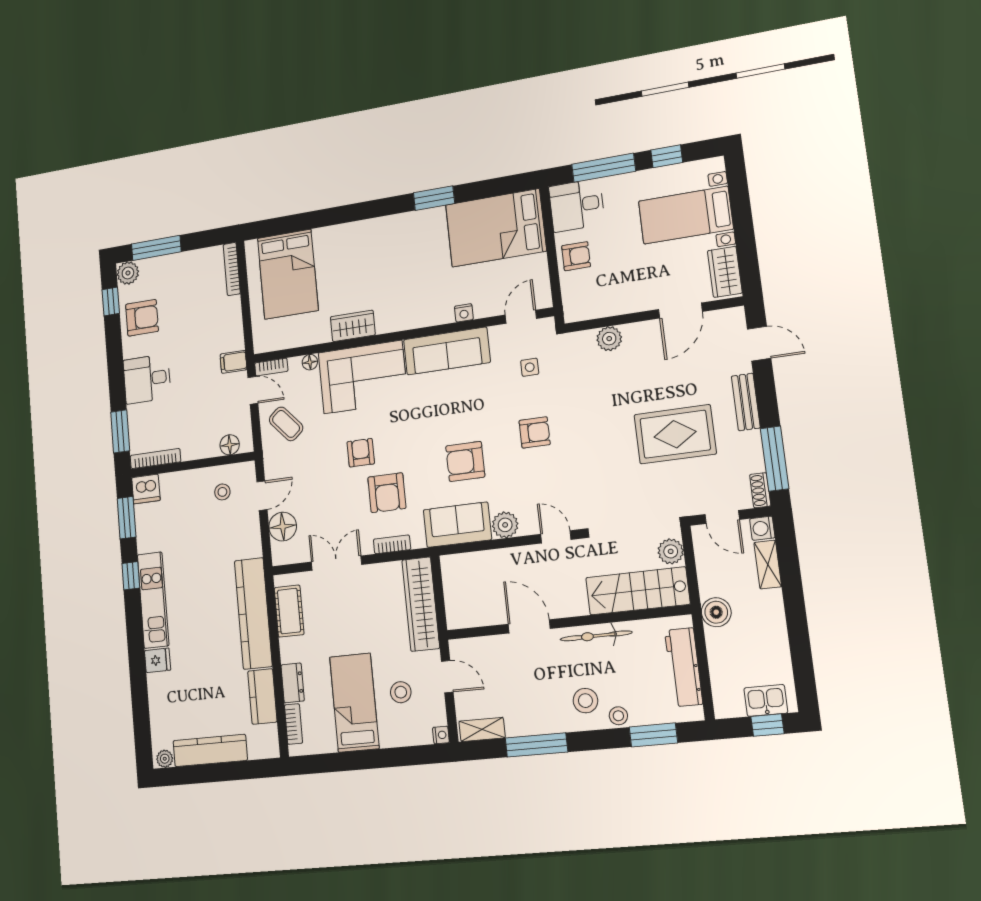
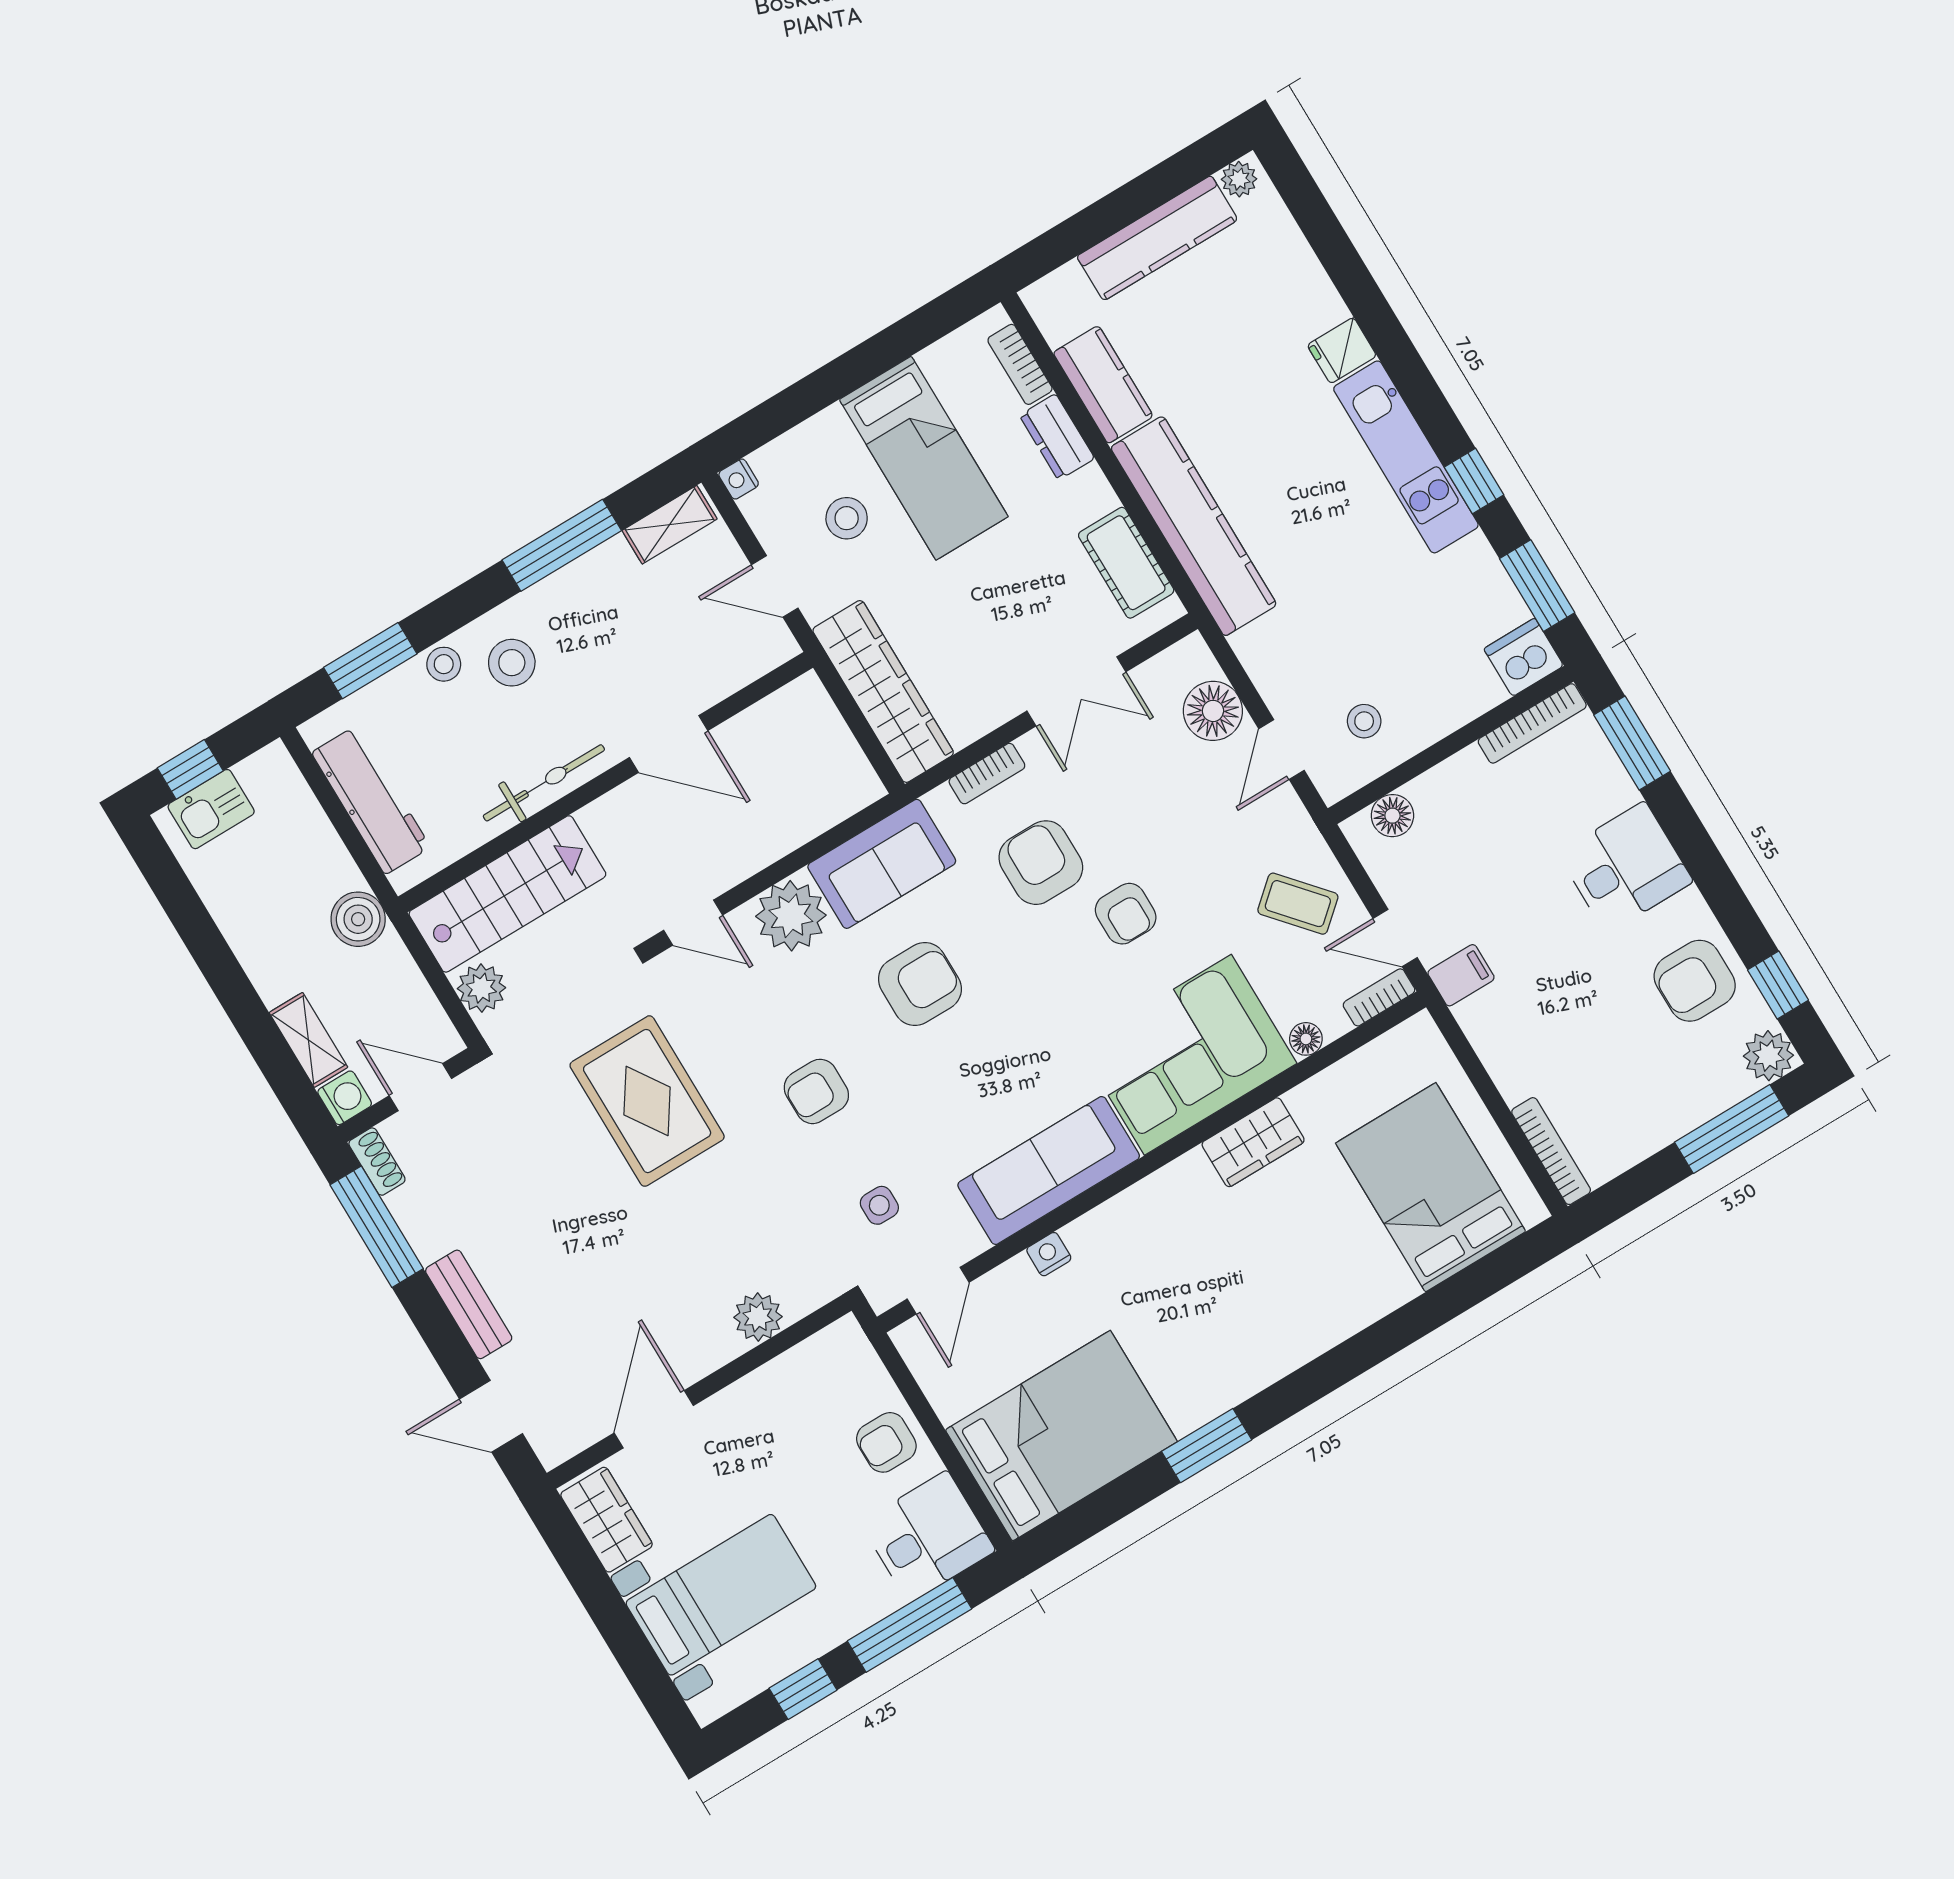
rug: (675, 434) -> (647, 1101), moved, turned 90
plant: (505, 525) -> (791, 916), width x1.36, depth x1.36

